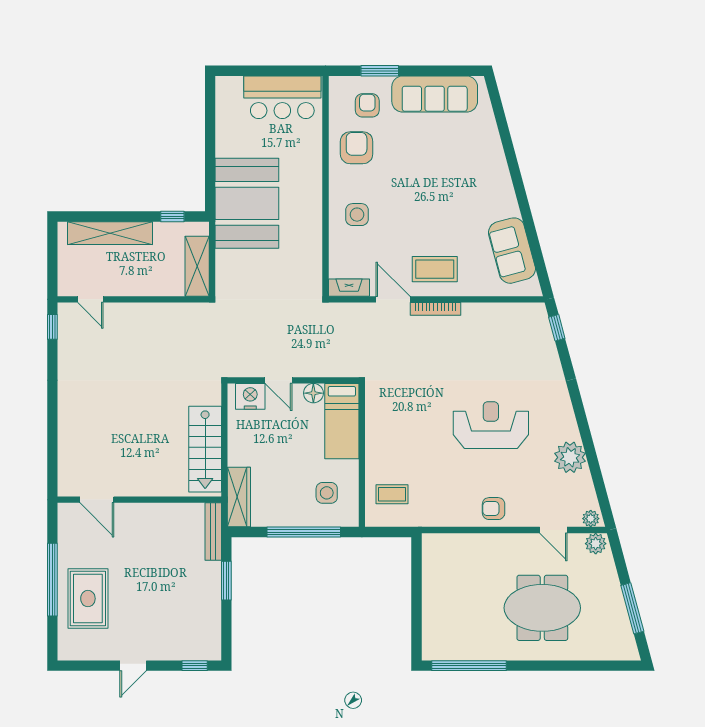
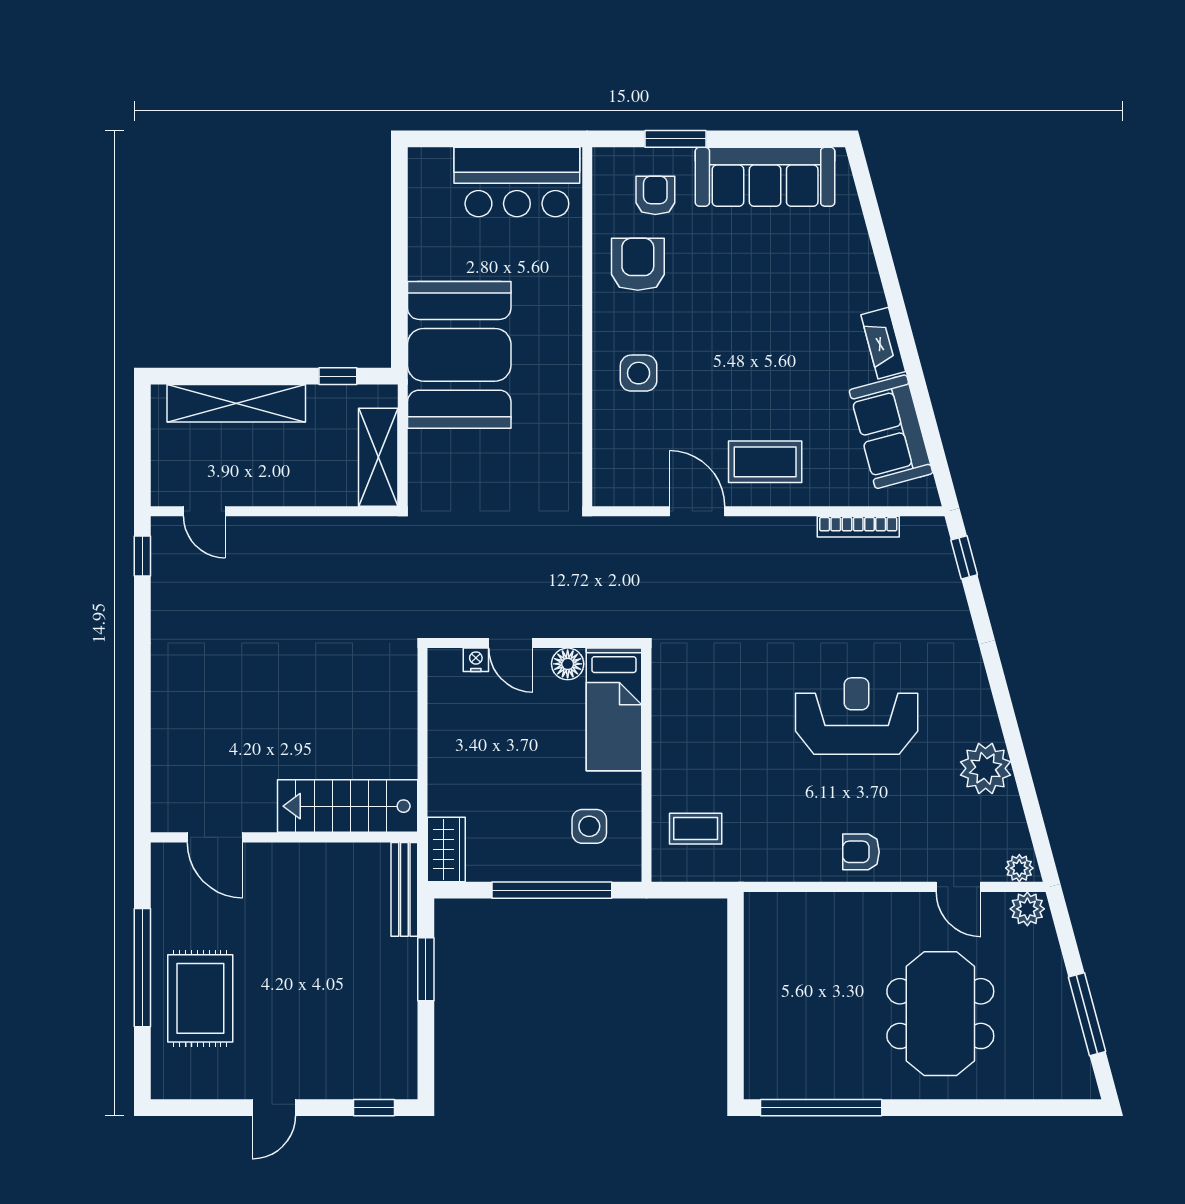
fireplace: (349, 288) -> (883, 343), moved, turned -105
bookcase: (435, 309) -> (858, 527), moved
nightstand: (250, 396) -> (476, 660), width x0.53, depth x0.56
stairs: (205, 449) -> (348, 806), moved, turned 90
wardrobe: (239, 497) -> (446, 849), width x0.67
meeting table: (542, 608) -> (940, 1014), turned 90

